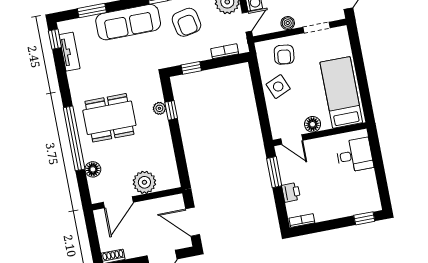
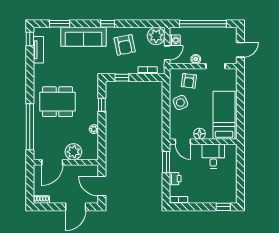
plant: (159, 108) -> (94, 129), moved
window: (74, 138) -> (30, 127), moved
desk: (355, 155) -> (213, 156), moved, turned -90
floor lamp: (93, 169) -> (39, 136), removed

